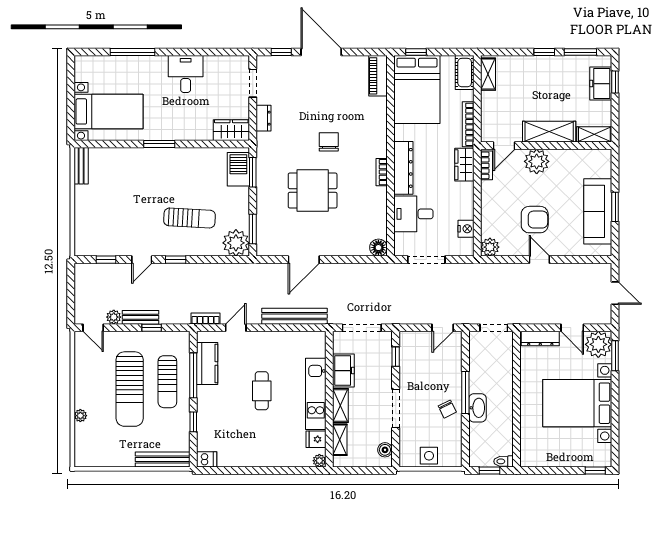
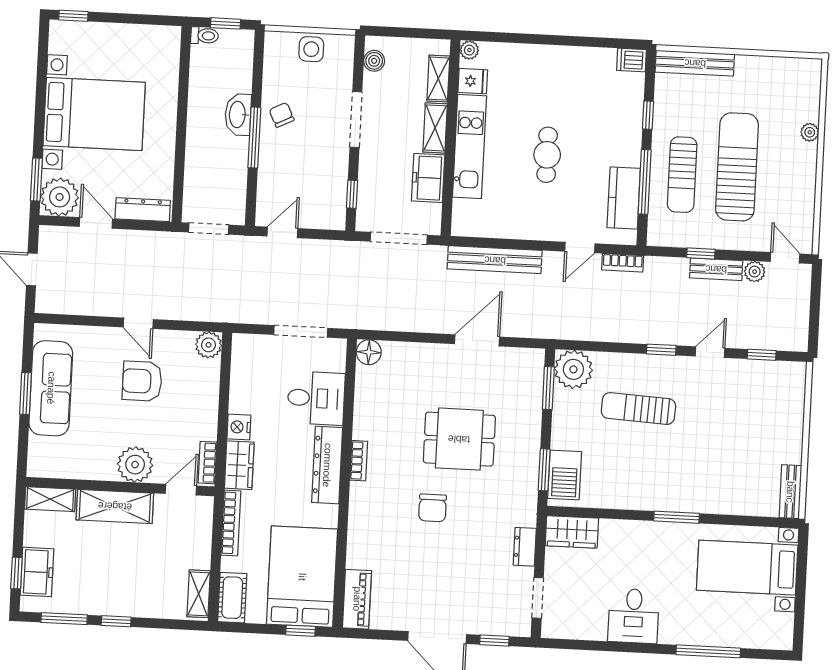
nightstand: (466, 229) -> (239, 427), moved
sun lounger: (167, 382) -> (682, 175), turned 180

